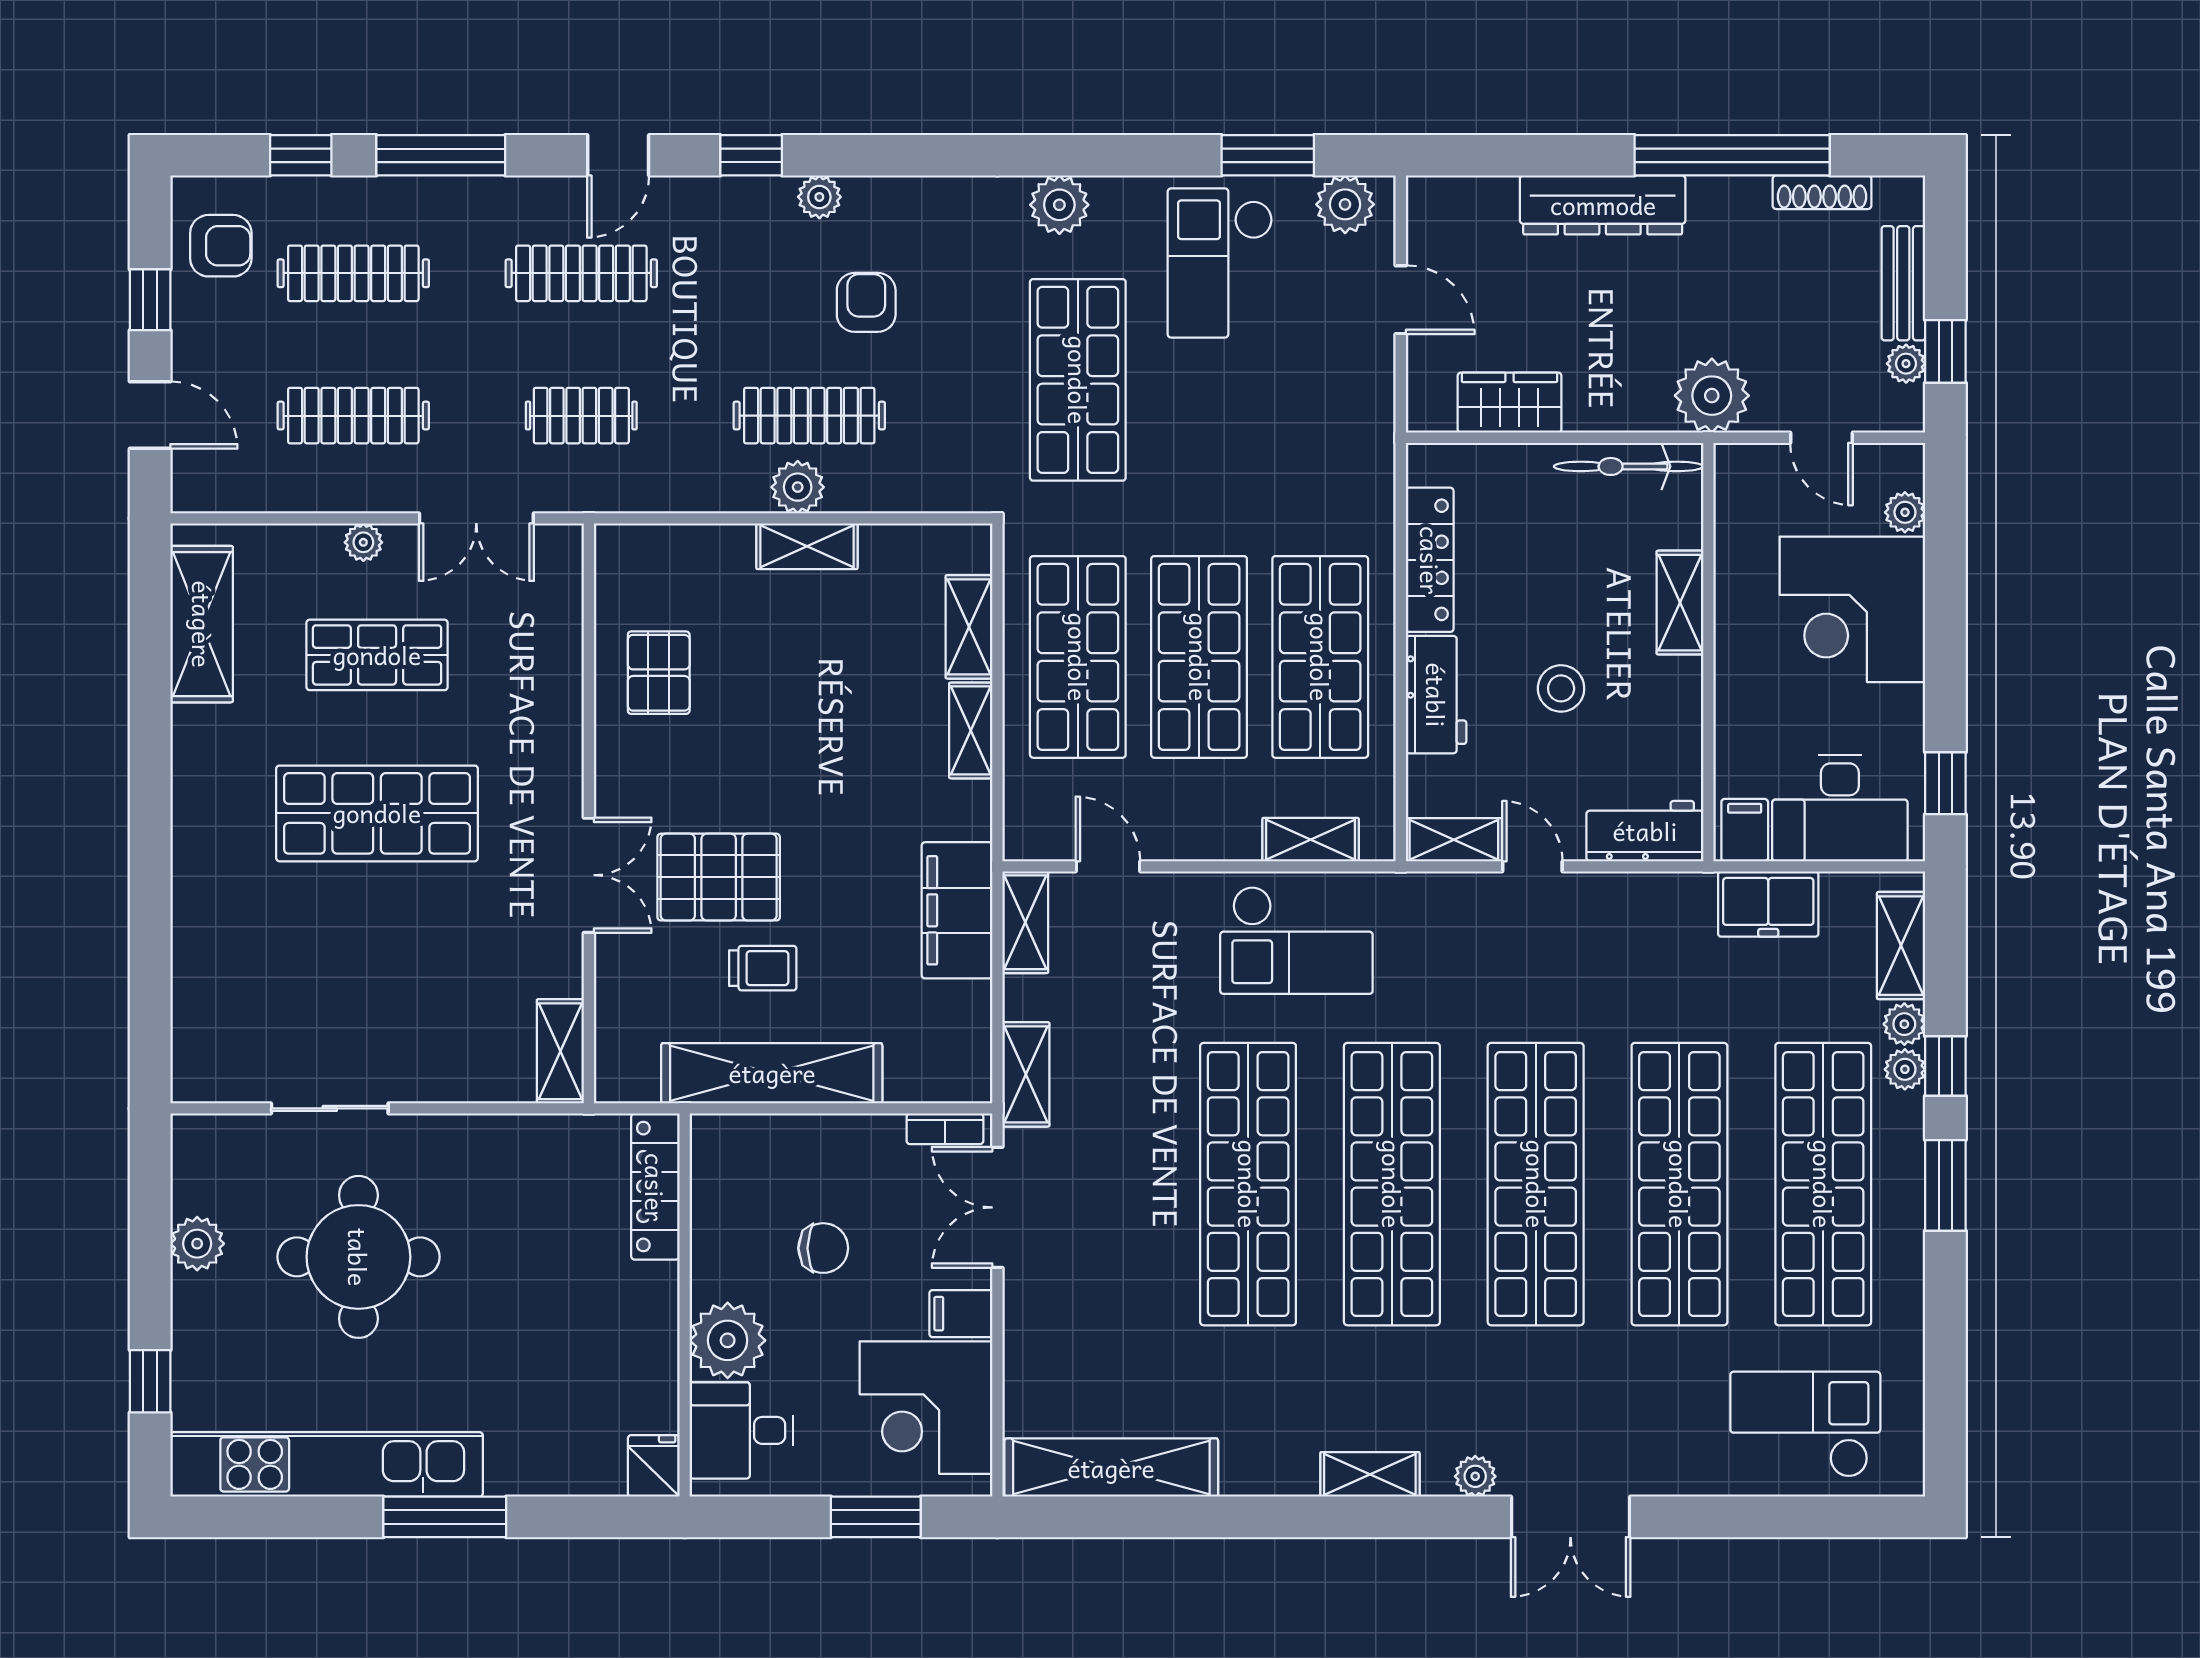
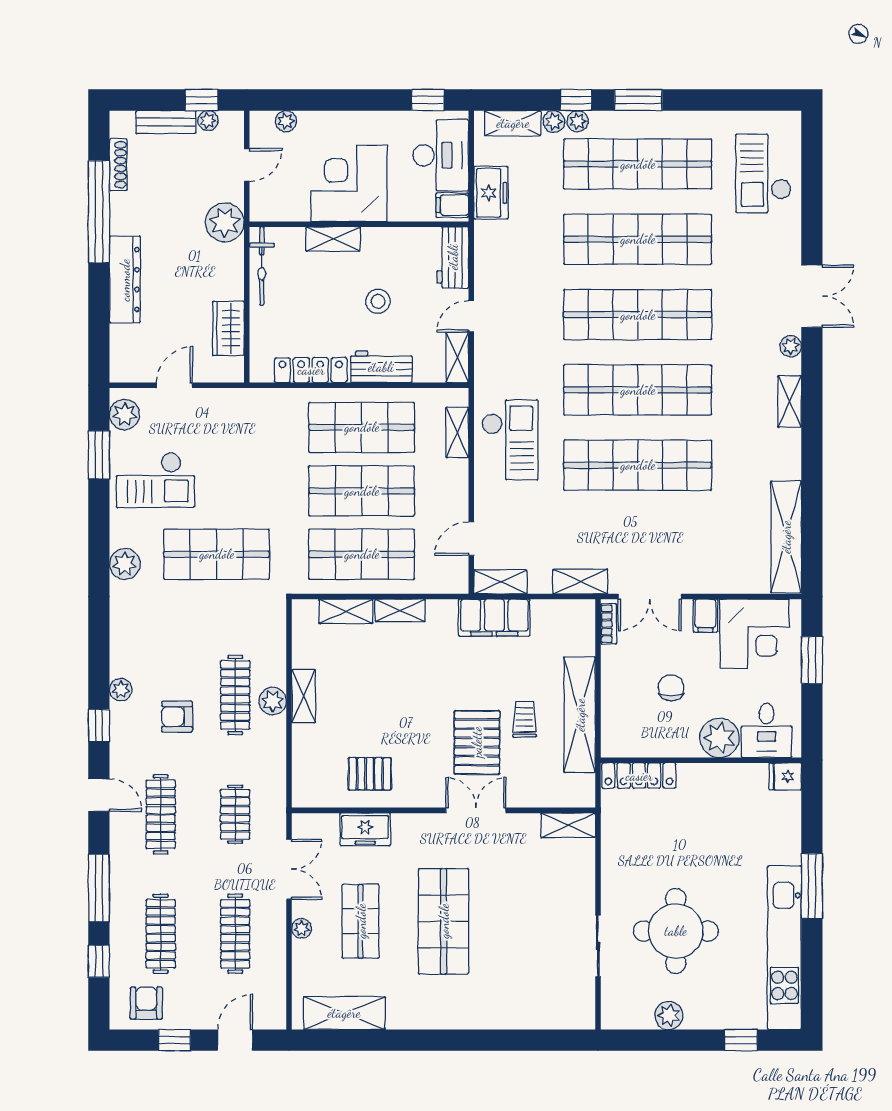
armchair: (866, 302) -> (177, 717), moved
corner desk: (1852, 609) -> (349, 183), moved, turned 180
freezer: (553, 664) -> (365, 829), added

